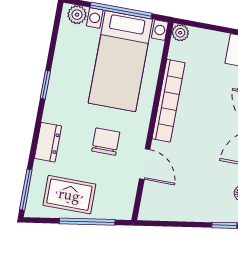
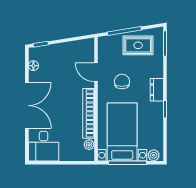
plant: (180, 33) -> (89, 145), moved
dresser: (48, 142) -> (157, 90), moved
chair: (106, 142) -> (122, 82), turned 180

